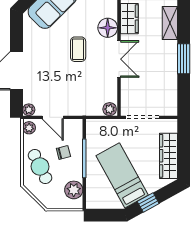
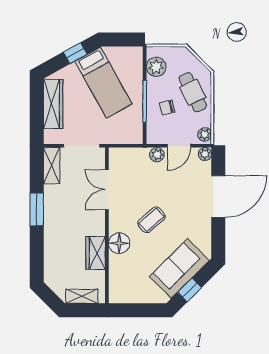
shelving: (170, 23) -> (52, 166), moved
coffee table: (78, 49) -> (151, 220), turned 50
double door: (119, 59) -> (107, 190), moved
plant: (110, 109) -> (157, 155), moved
door: (53, 117) -> (179, 146), swing flipped

